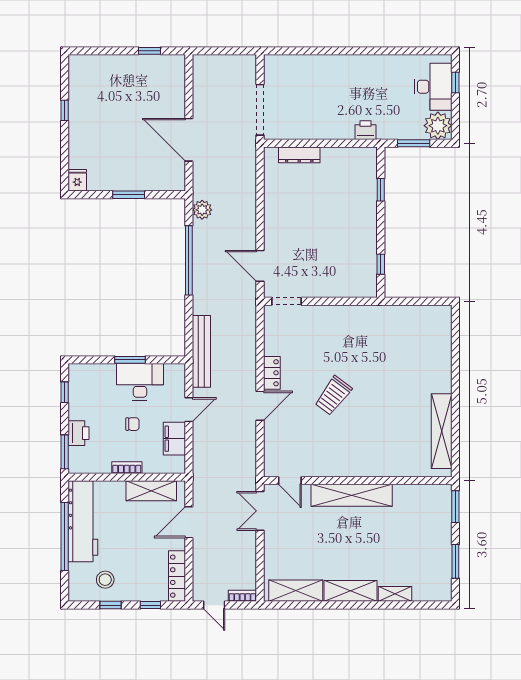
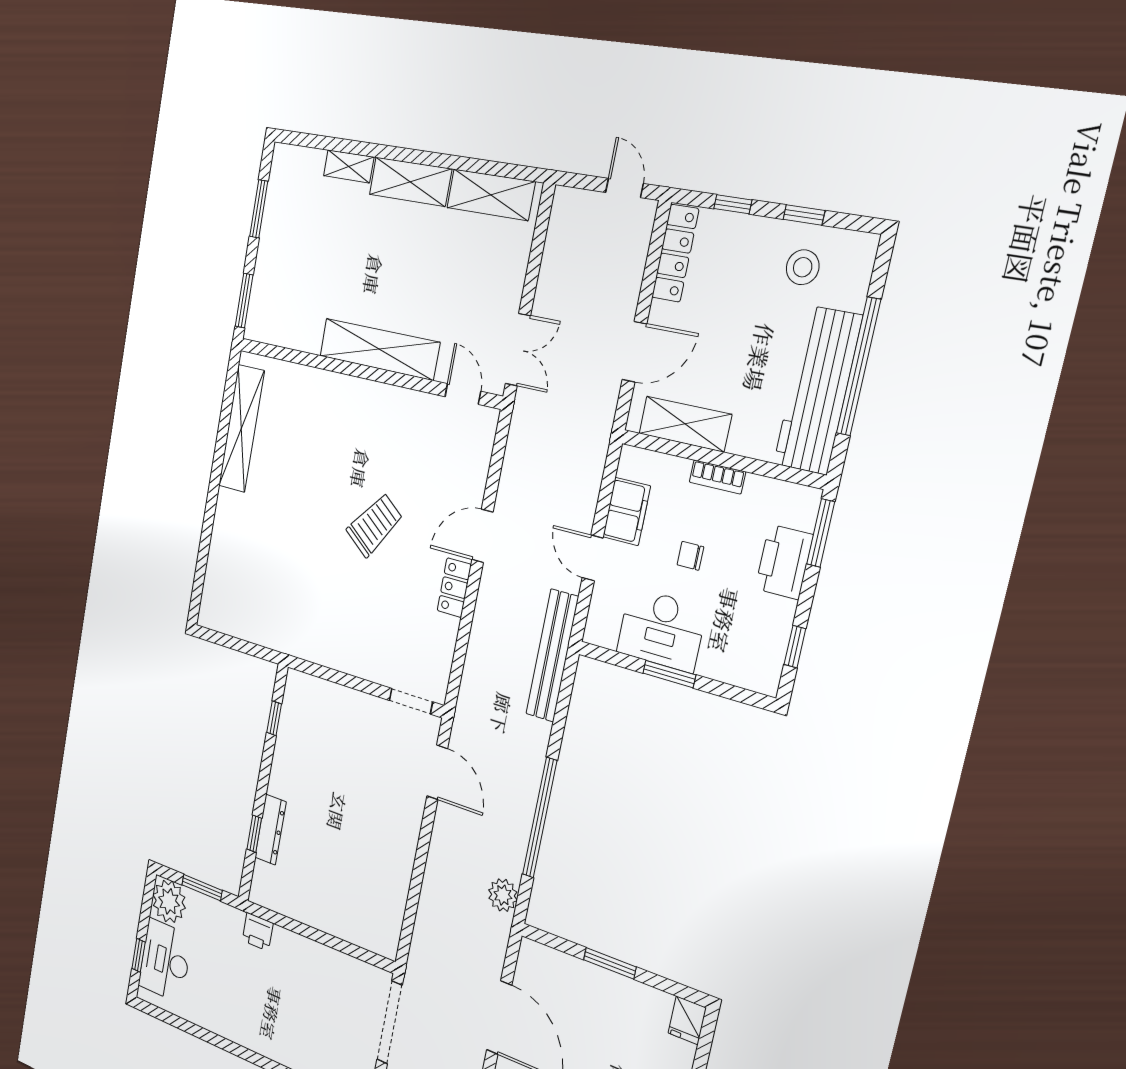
dresser: (299, 155) -> (271, 830), moved, turned 90
door: (189, 410) -> (593, 558), hinge flipped
printer: (78, 433) -> (784, 562), width x1.37, depth x1.19
bookcase: (242, 596) -> (575, 198), removed

